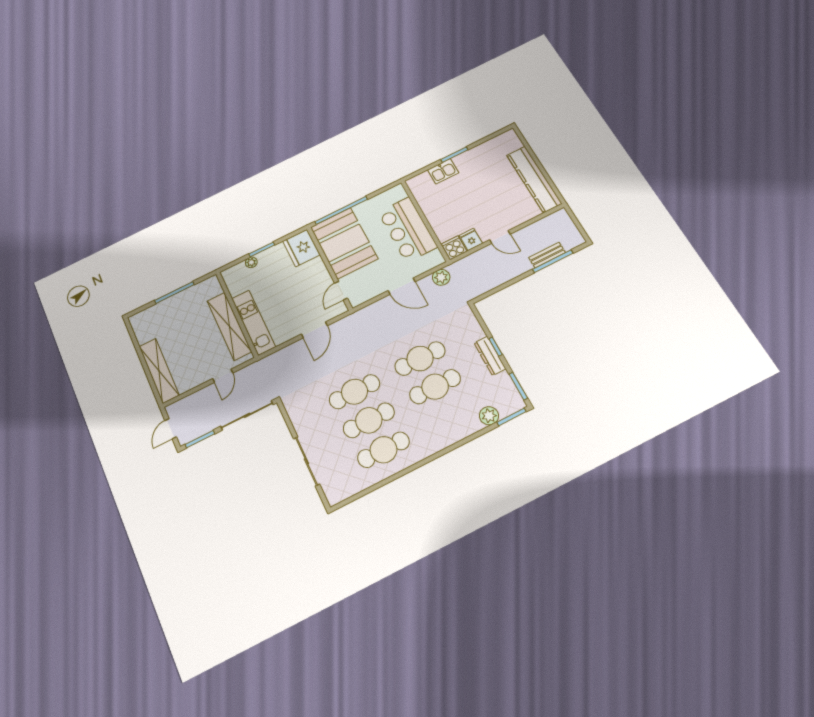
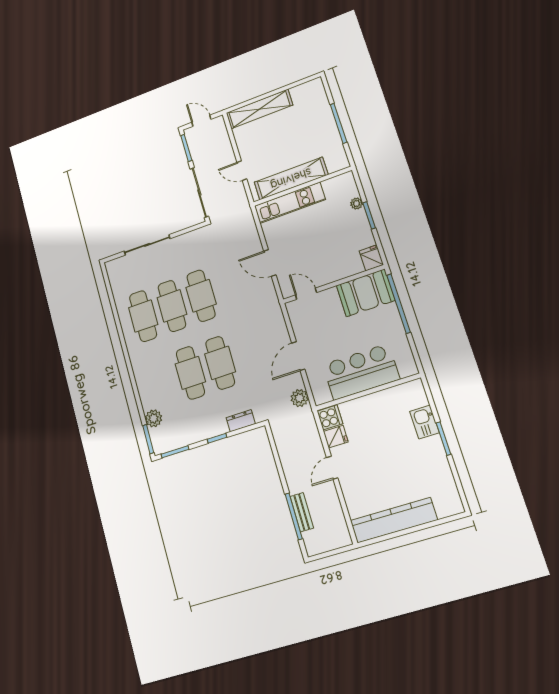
booth: (344, 243) -> (366, 293), width x0.73, depth x0.70
fridge: (301, 248) -> (371, 258), width x0.53, depth x0.75
dresser: (490, 356) -> (241, 421), moved, width x0.70

